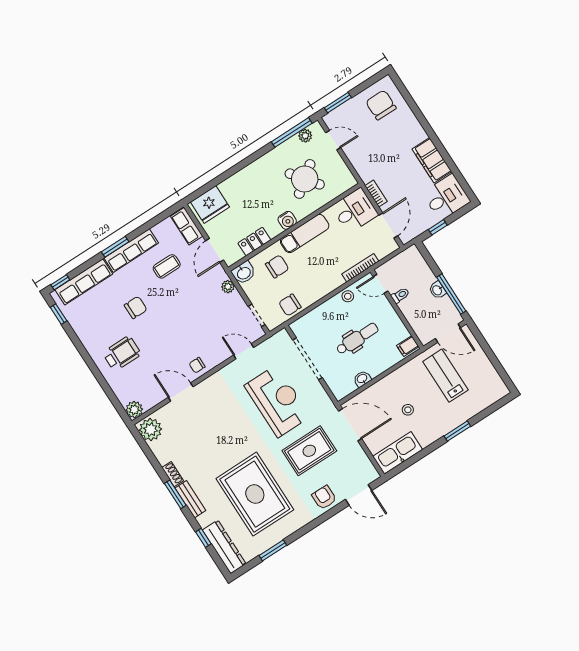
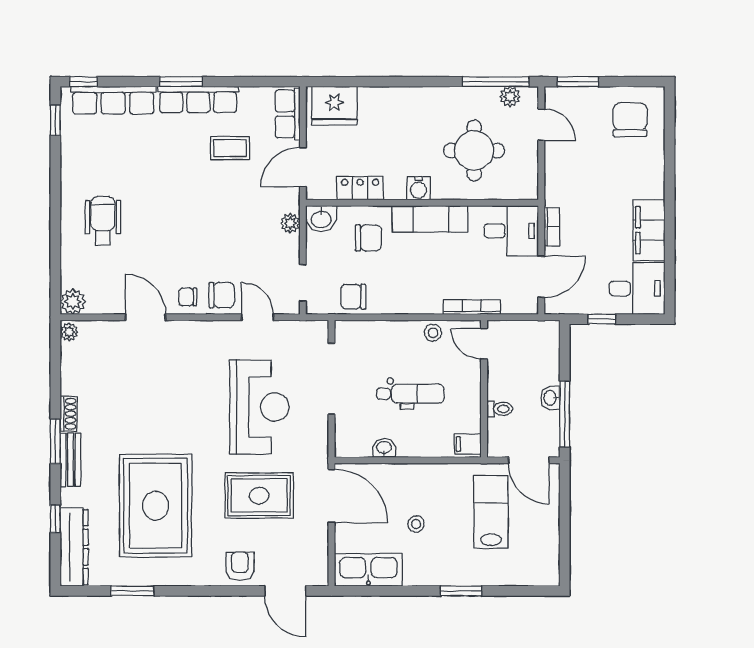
round table: (305, 179) -> (474, 150), turned 37
toilet: (400, 295) -> (500, 409), moved
chair: (136, 307) -> (222, 295), moved
wheelchair: (122, 353) -> (103, 221), turned -90
plant: (151, 430) -> (69, 332), width x0.53, depth x0.53

